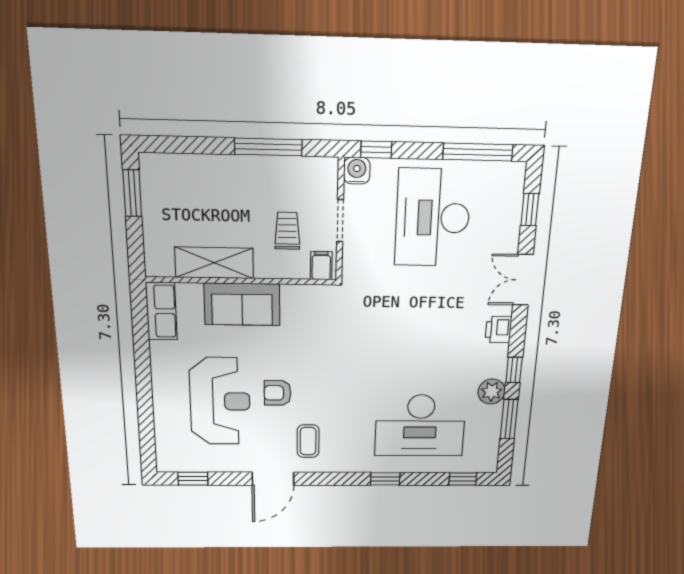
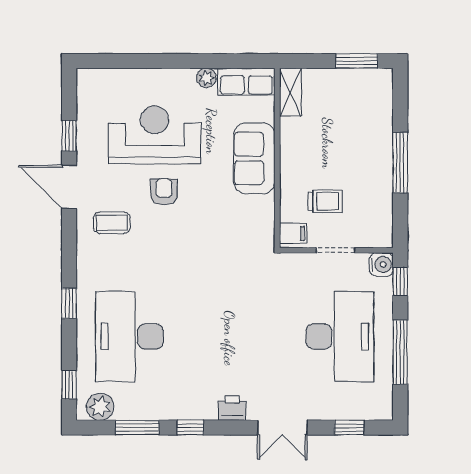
window: (268, 147) -> (400, 163), moved
window: (478, 152) -> (400, 352), moved
desk: (433, 218) -> (340, 337), turned 90
shelving: (214, 263) -> (290, 92), moved, width x0.67, depth x0.75
double door: (523, 280) -> (282, 428), swing flipped
plant: (159, 351) -> (206, 78), added
plant: (492, 392) -> (100, 407), moved
reception desk: (220, 401) -> (155, 135), turned 180
window: (193, 479) -> (69, 136), moved

